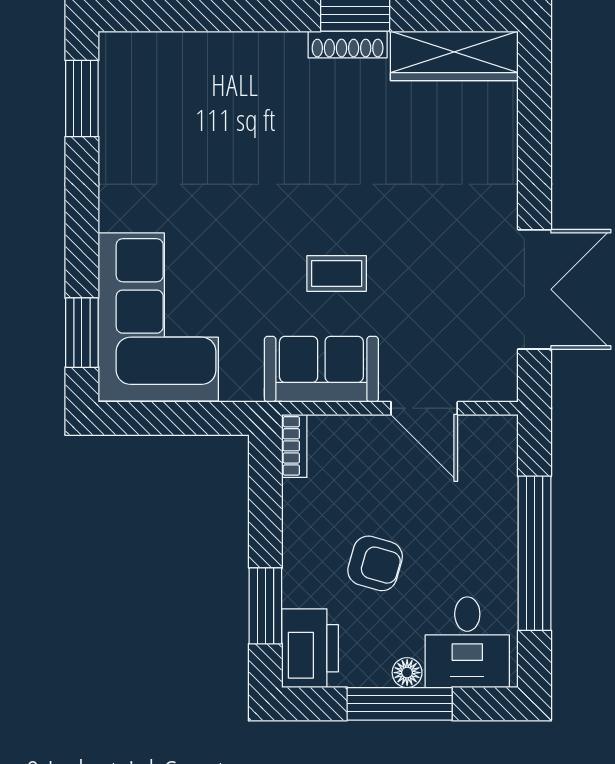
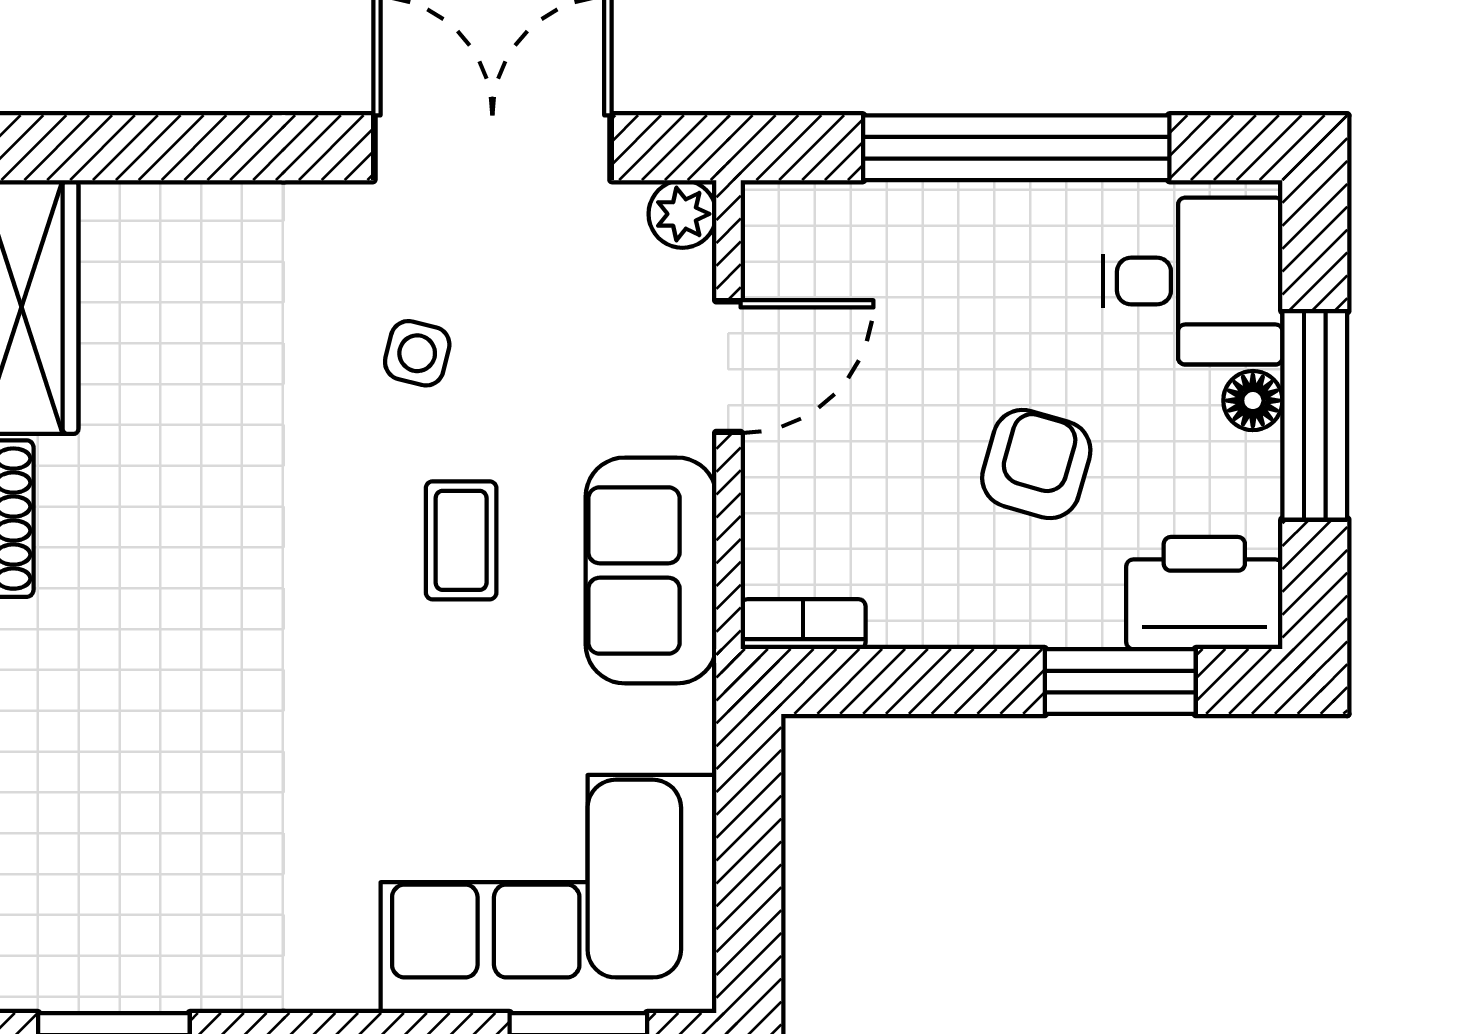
side table: (431, 251) -> (417, 353), added
plant: (501, 385) -> (682, 214), added

